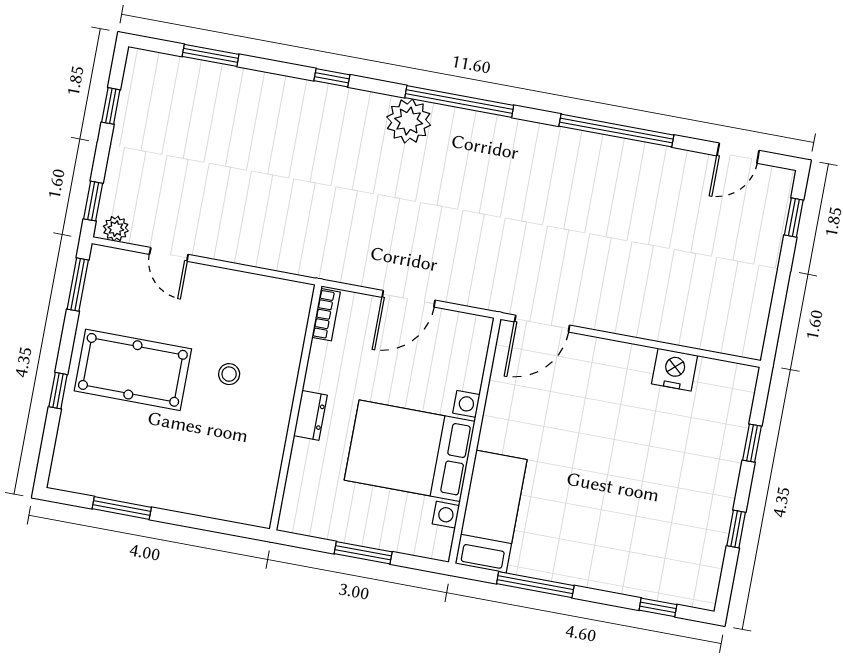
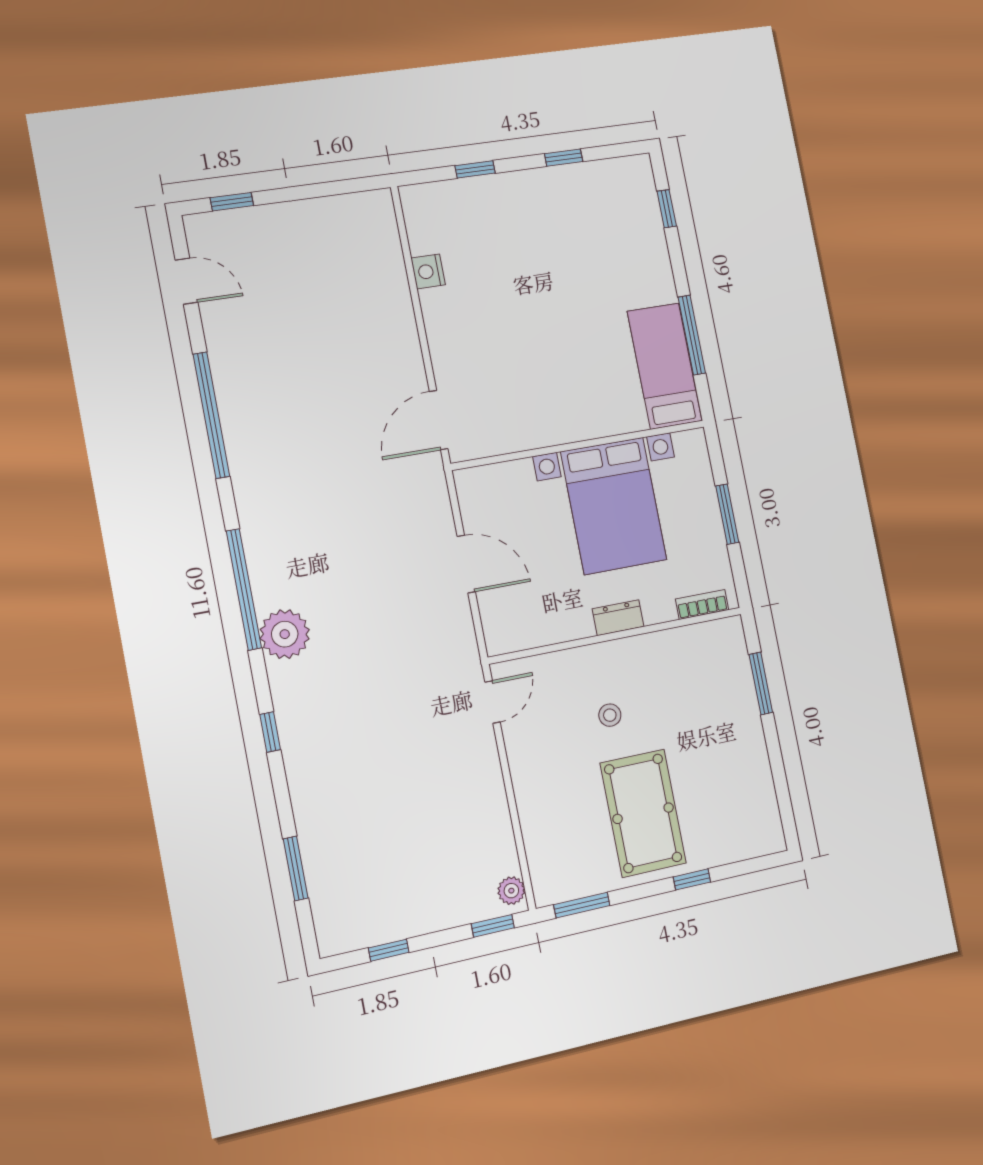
door: (169, 254) -> (493, 702), moved
bookcase: (326, 315) -> (702, 604), moved
door: (542, 324) -> (439, 420), swing flipped
nightstand: (675, 370) -> (428, 271), width x0.74, depth x0.75
window: (122, 508) -> (761, 683), moved
bed: (491, 512) -> (665, 366), moved, turned 90

